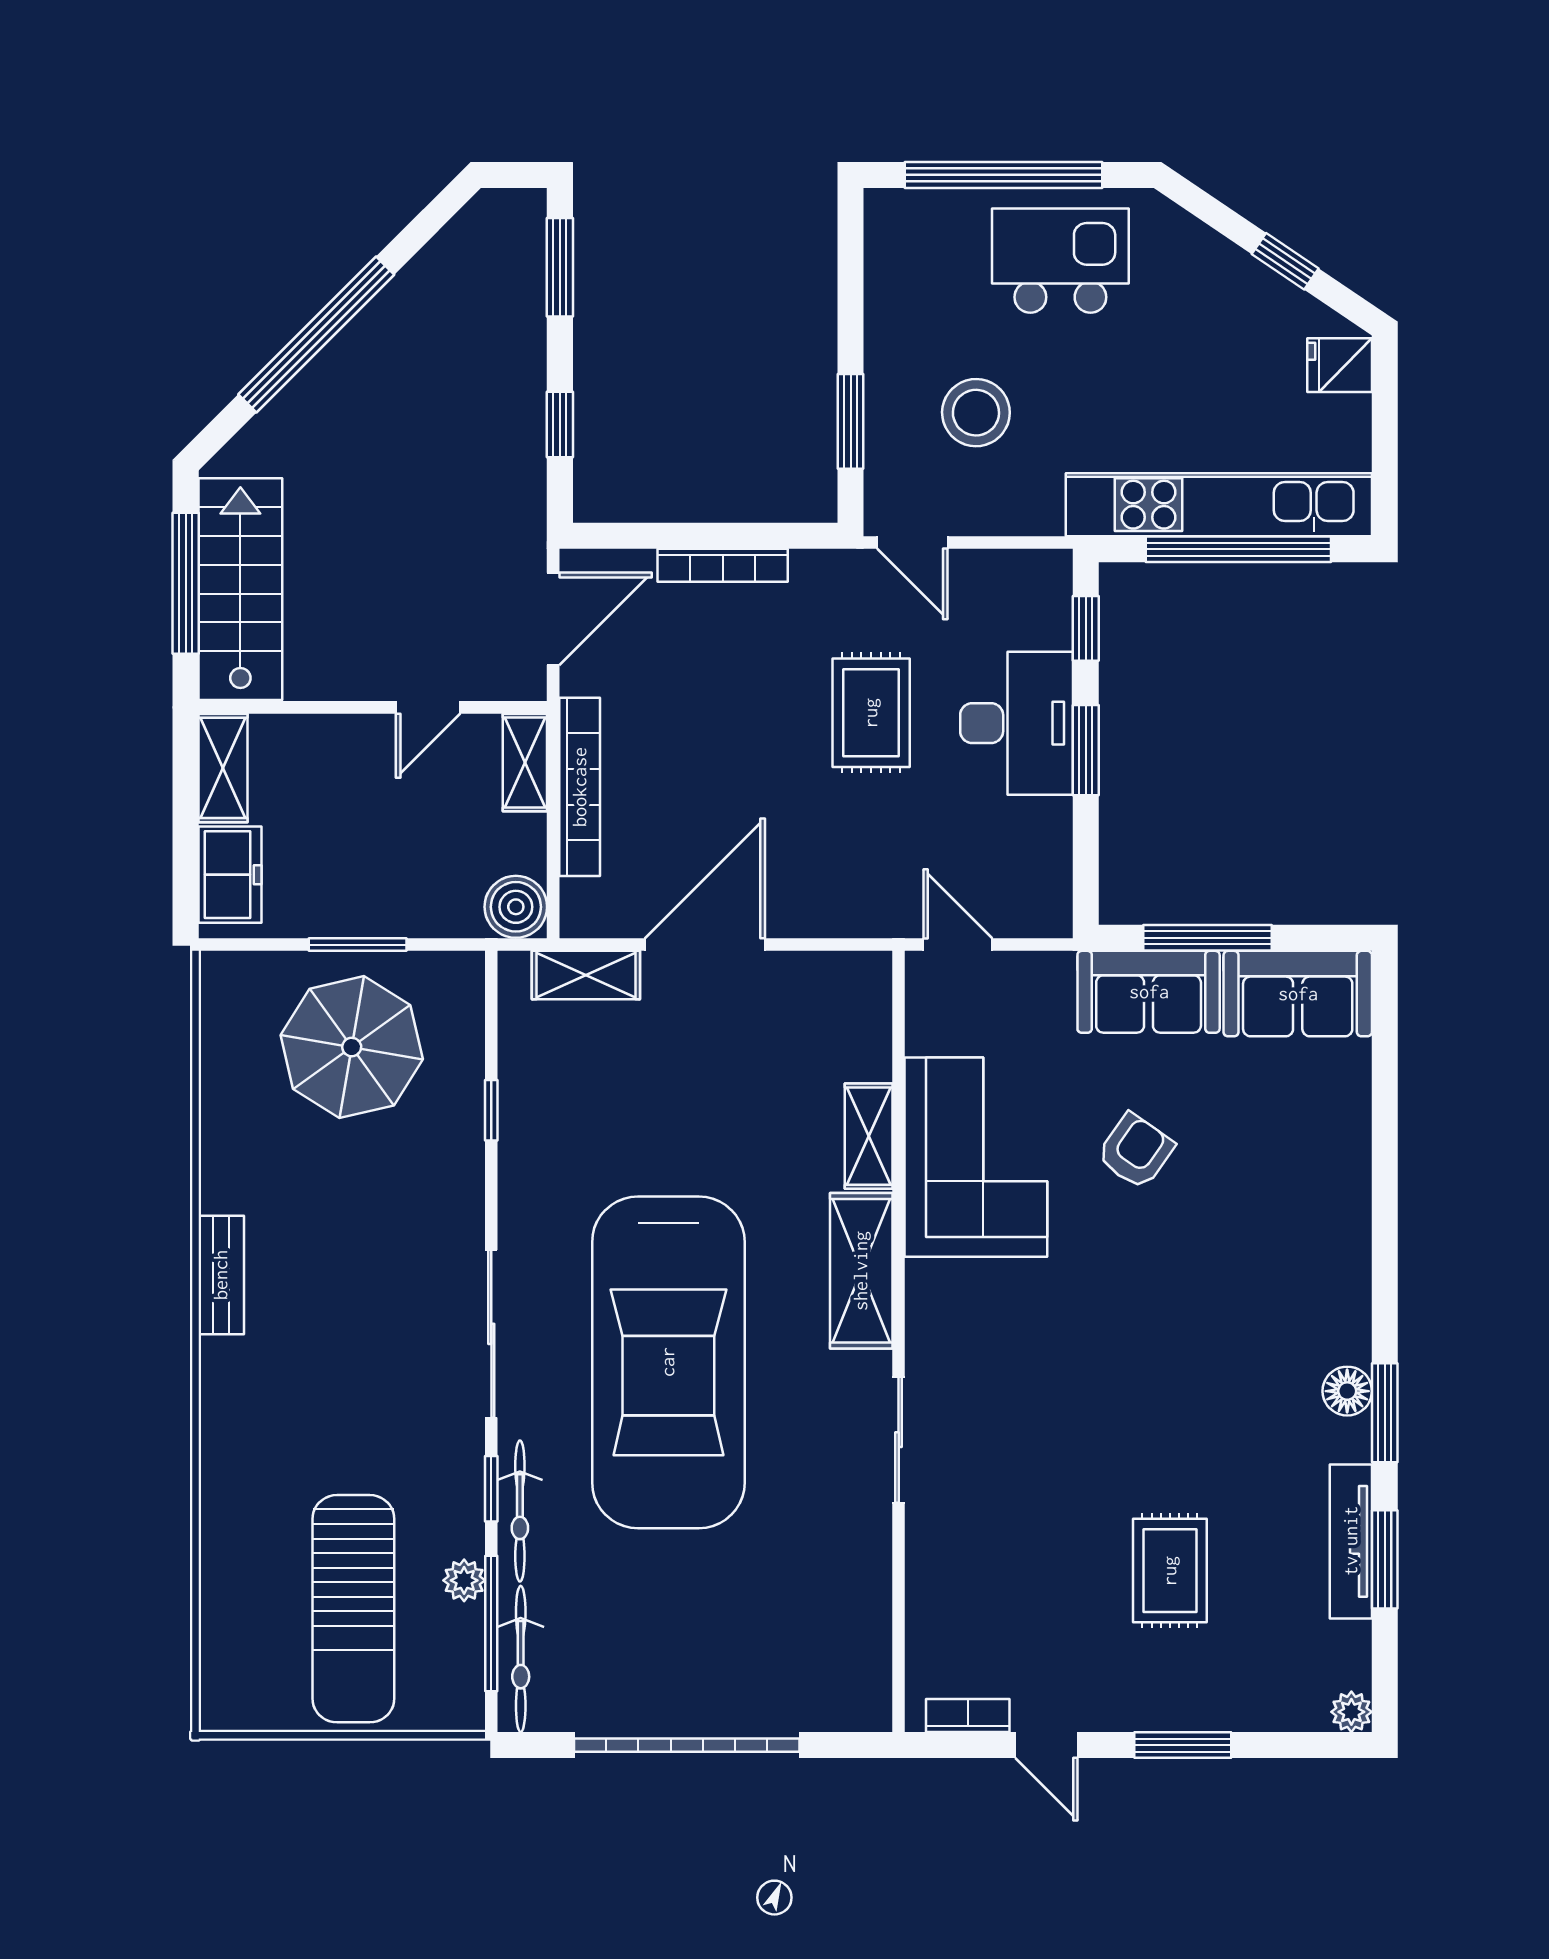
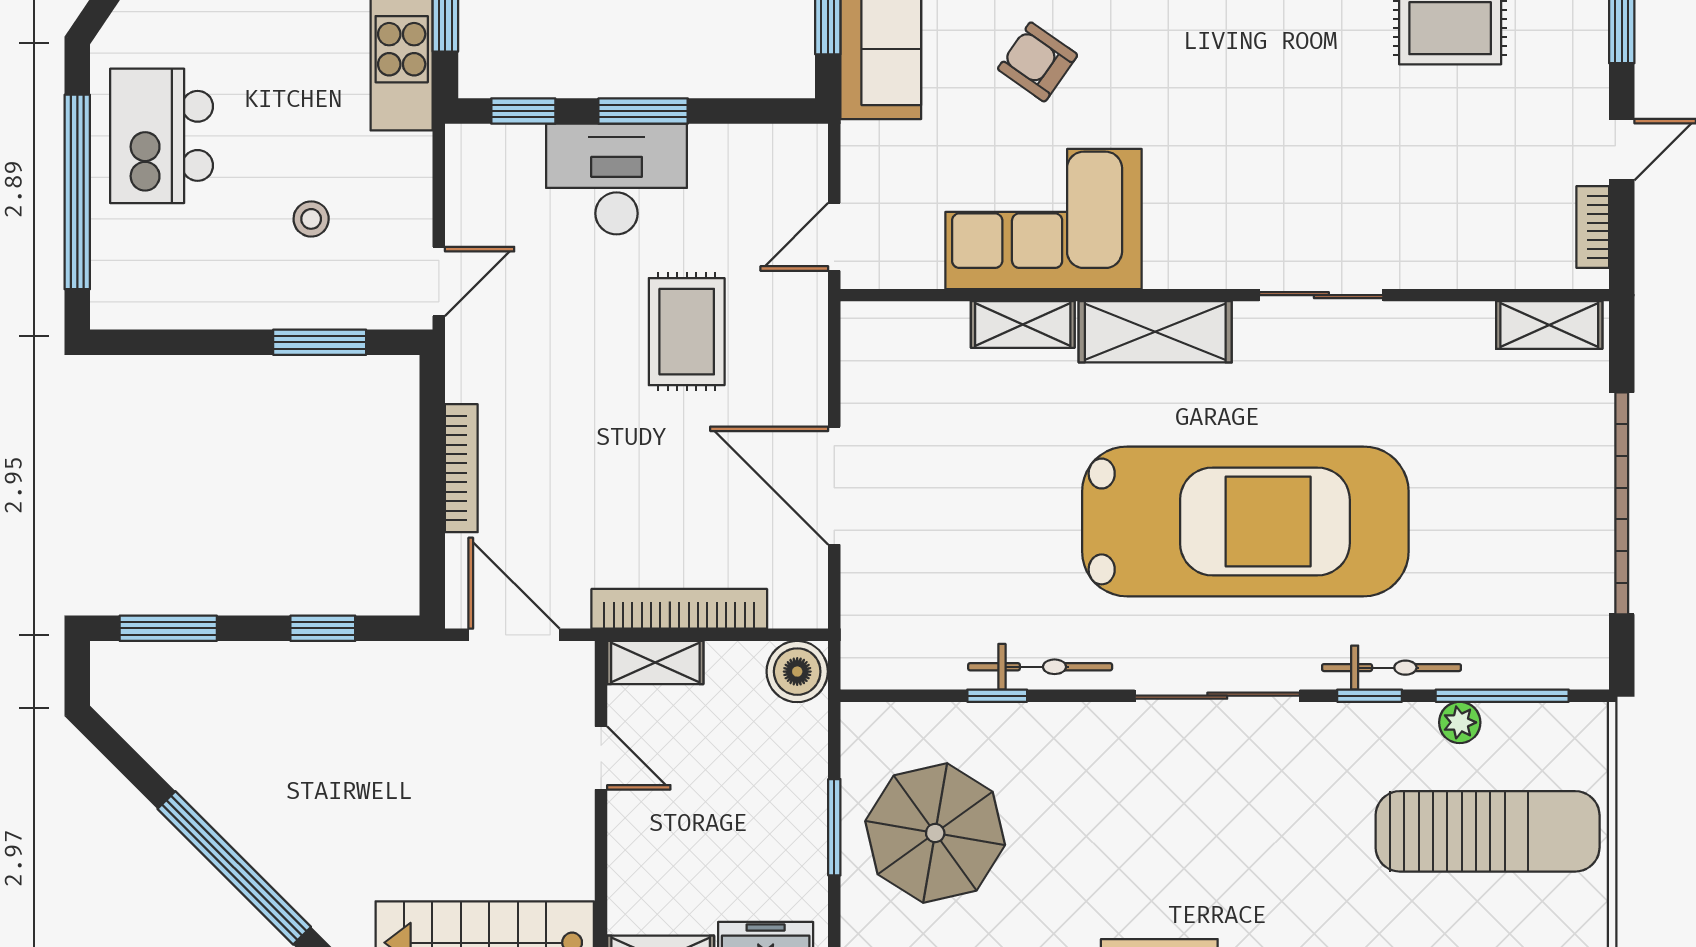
stool: (976, 413) -> (311, 219), width x0.53, depth x0.53
rug: (871, 713) -> (687, 332), moved, turned 90
shelving: (586, 975) -> (1549, 325), moved, turned 90
bicycle: (521, 1659) -> (1040, 667), moved

